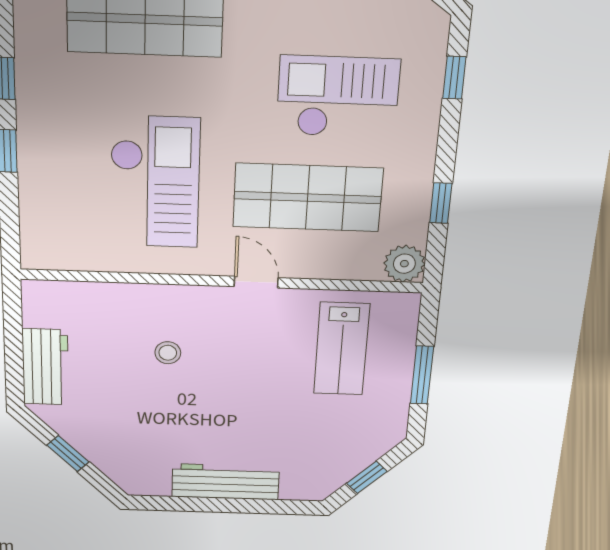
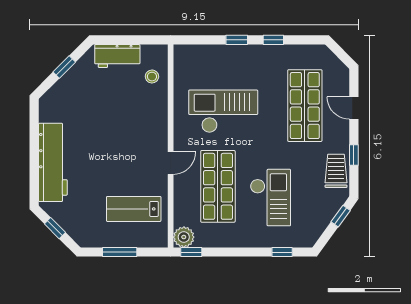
checkout: (155, 182) -> (223, 111), turned 180
window: (441, 203) -> (191, 252), moved
stool: (168, 353) -> (152, 77), moved
workbench: (226, 482) -> (53, 162), width x1.36, depth x1.32

